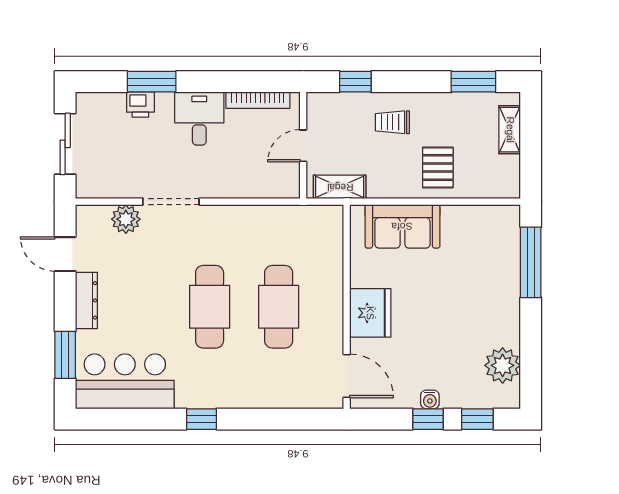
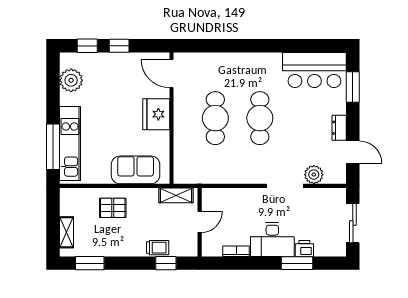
bookcase: (258, 100) -> (236, 251), width x0.64
desk: (199, 119) -> (272, 239), width x1.37
trolley: (392, 122) -> (158, 248), moved
pallet: (438, 167) -> (113, 208), turned 90
kitchen unit: (504, 267) -> (70, 144), added
dresser: (86, 300) -> (339, 128), width x0.70
water cooler: (430, 399) -> (118, 58), removed
window: (201, 419) -> (265, 46), removed

